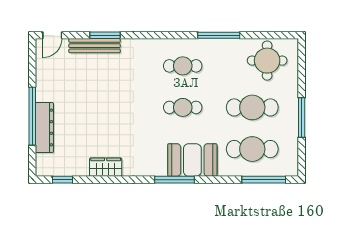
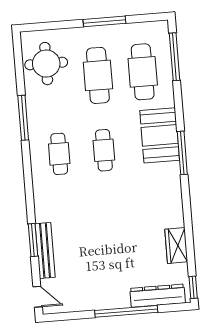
dresser: (44, 128) -> (158, 296), moved
wardrobe: (106, 167) -> (176, 246), moved
window: (63, 180) -> (193, 287), moved

